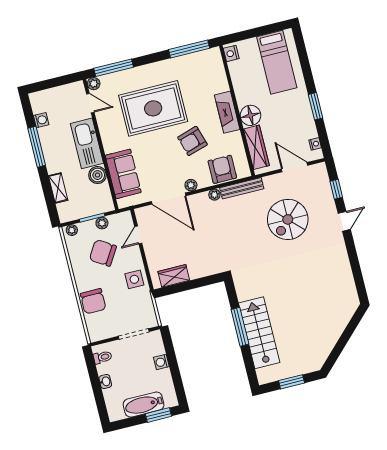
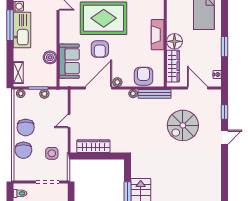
armchair: (192, 141) -> (100, 49), moved, turned -73
kitchen sink: (87, 143) -> (22, 30), moved, turned 180
shelving: (58, 188) -> (18, 73), moved
door: (169, 199) -> (98, 88), swing flipped
door: (138, 235) -> (69, 121), moved
chair: (103, 253) -> (26, 127), moved, turned -122
wardrobe: (174, 276) -> (93, 146), width x1.50
side table: (134, 279) -> (52, 153), moved

